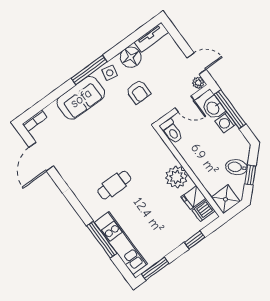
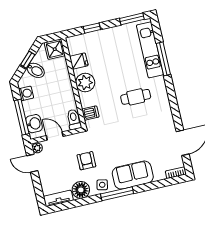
washing machine: (225, 123) -> (26, 93), moved
dishwasher: (204, 211) -> (90, 113), moved

